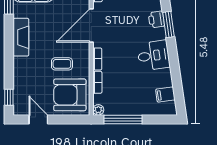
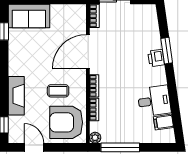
printer: (156, 19) -> (156, 58), moved
fireplace: (21, 37) -> (16, 96), moved
desk: (153, 56) -> (154, 101), moved

